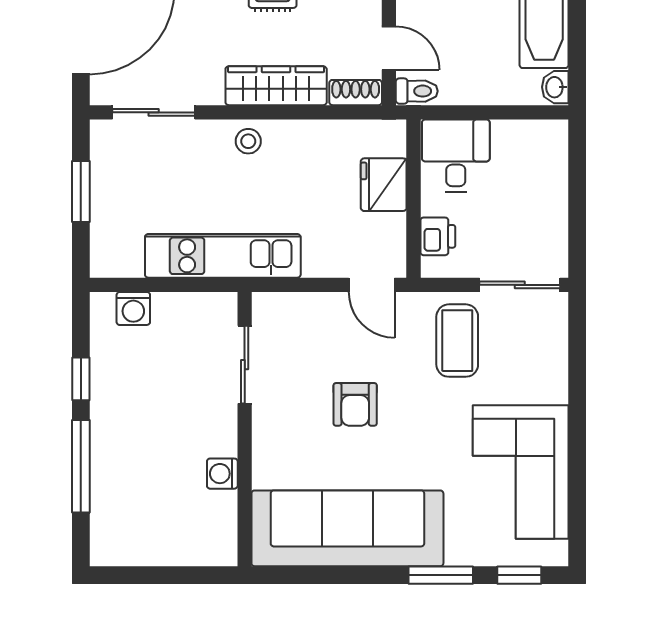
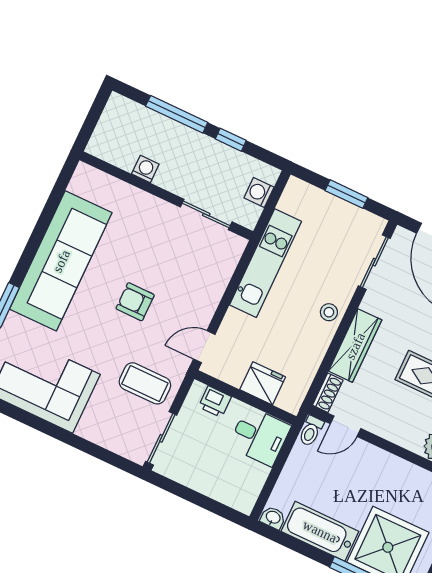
sliding door: (245, 365) -> (206, 214), moved
wall: (245, 429) -> (166, 196), moved
washing machine: (222, 474) -> (145, 169), moved

